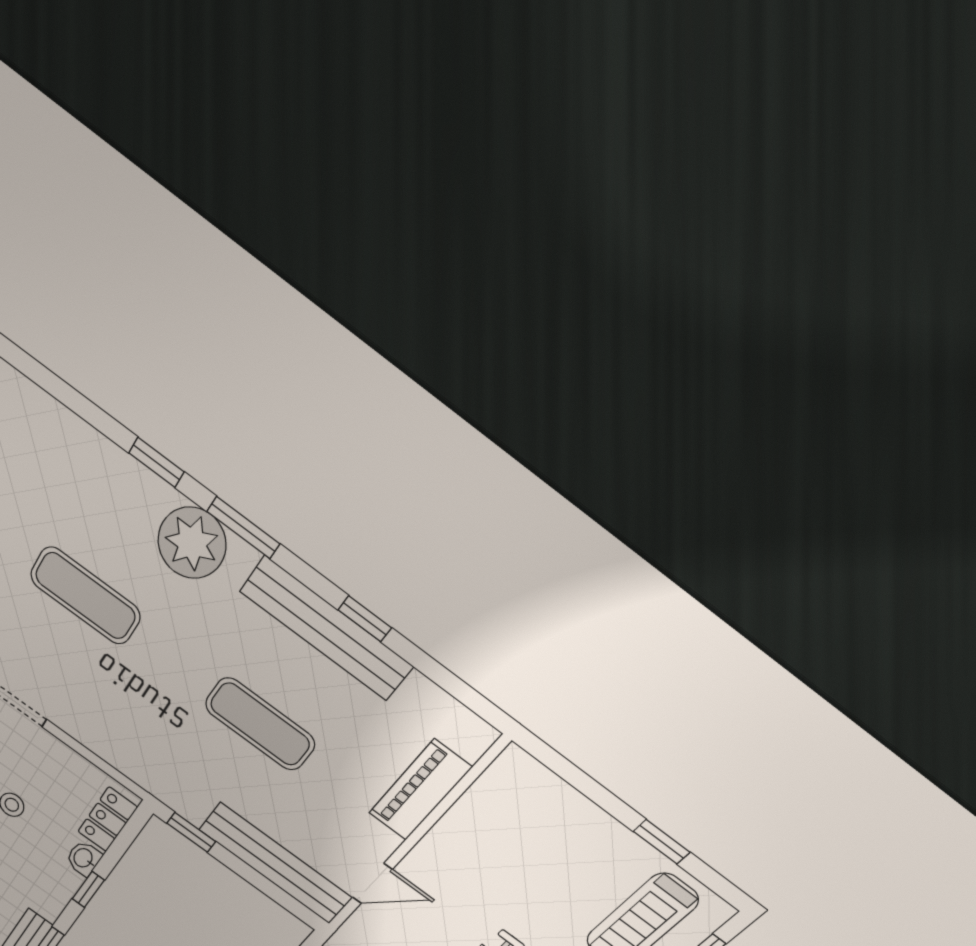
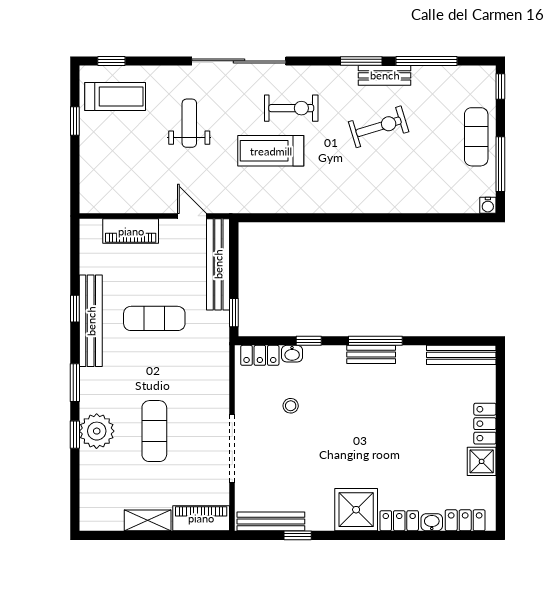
plant: (192, 543) -> (97, 431), moved
exercise mat: (260, 724) -> (154, 318), turned 90

